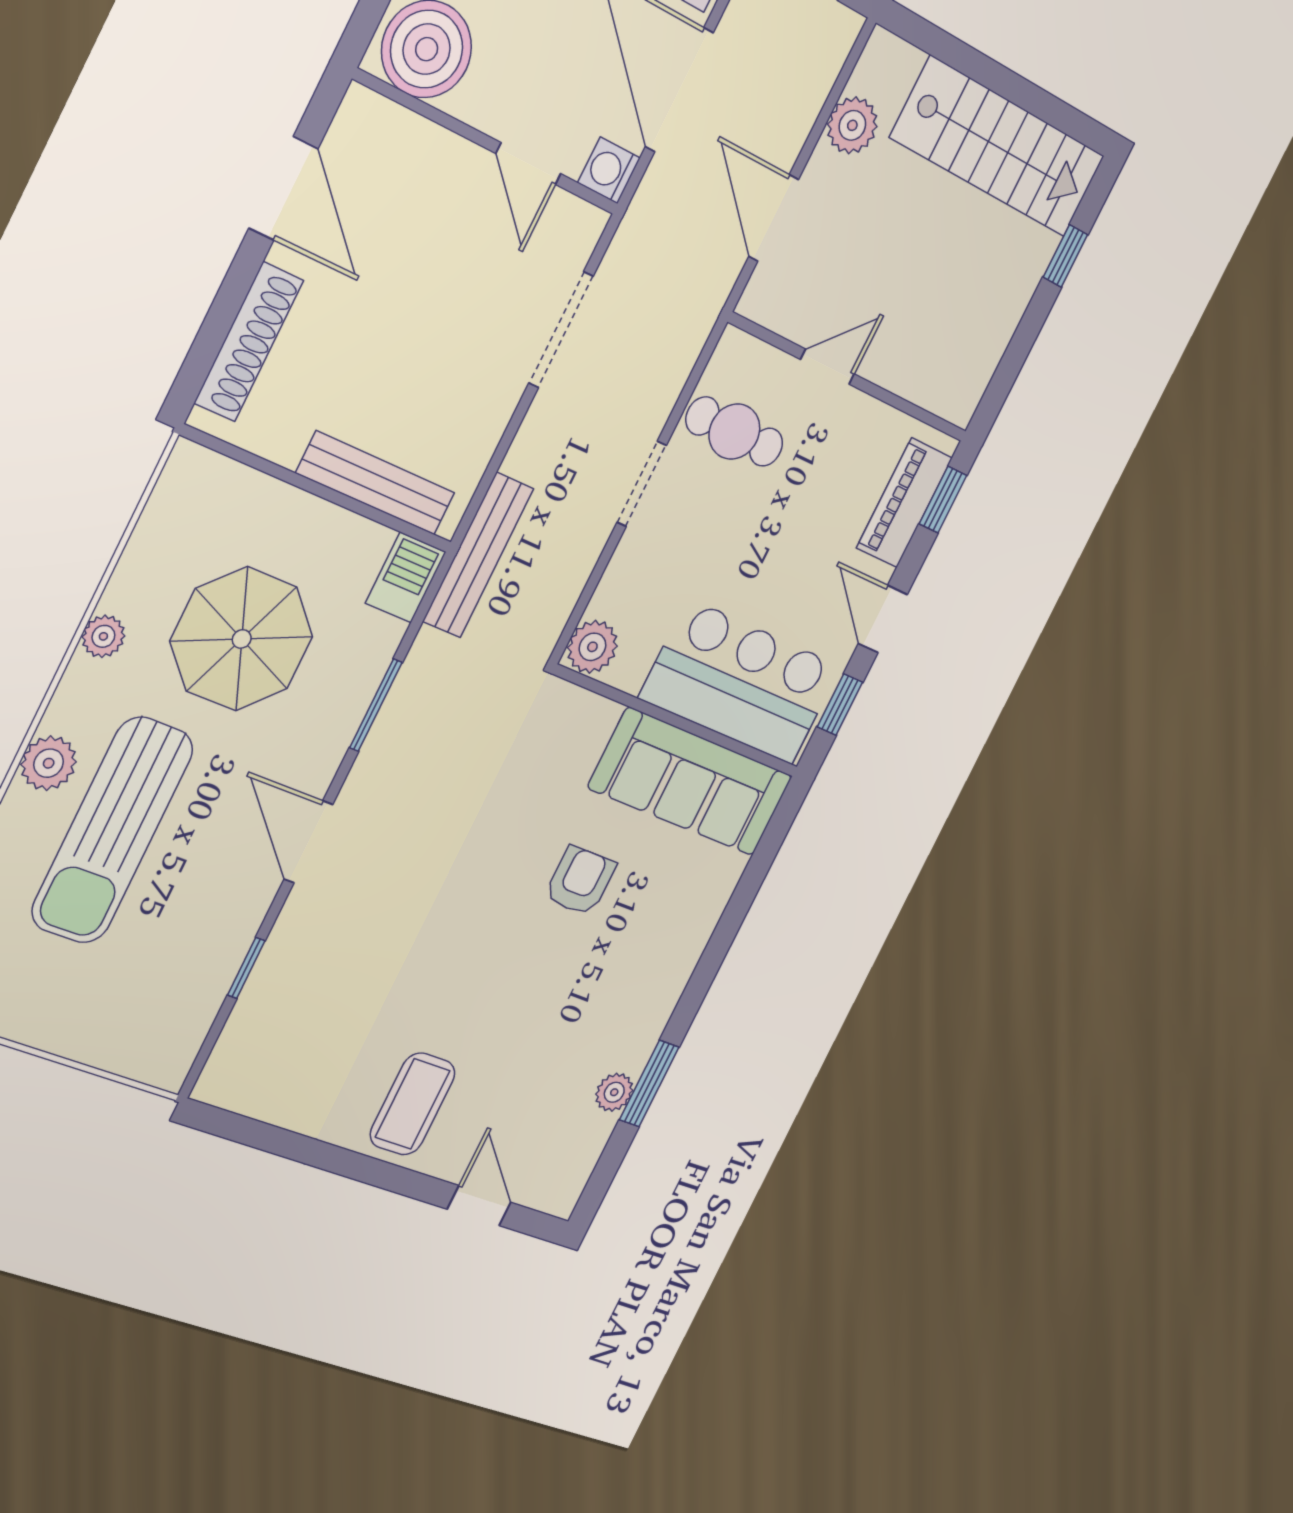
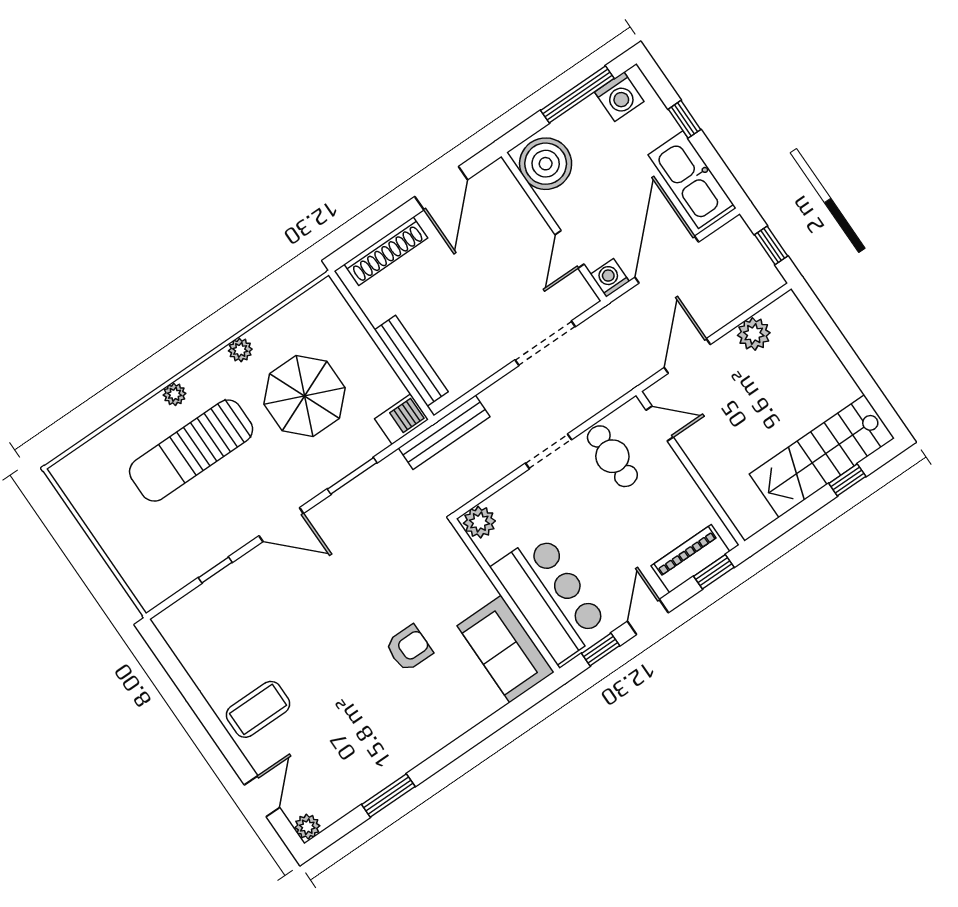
stairs: (998, 147) -> (822, 456), moved, turned 90
door: (827, 367) -> (660, 424), moved
plant: (49, 763) -> (175, 394), width x0.73, depth x0.73
sofa: (691, 782) -> (506, 649), width x0.73
door: (308, 842) -> (281, 525), swing flipped
plant: (614, 1092) -> (307, 827), moved

